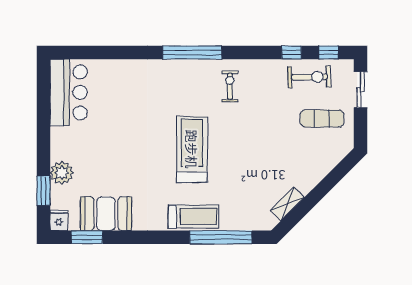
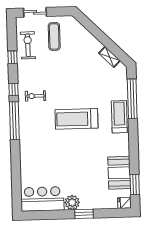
window: (329, 52) -> (13, 89), moved
plant: (62, 173) -> (72, 202), moved
window: (44, 191) -> (84, 214), moved

